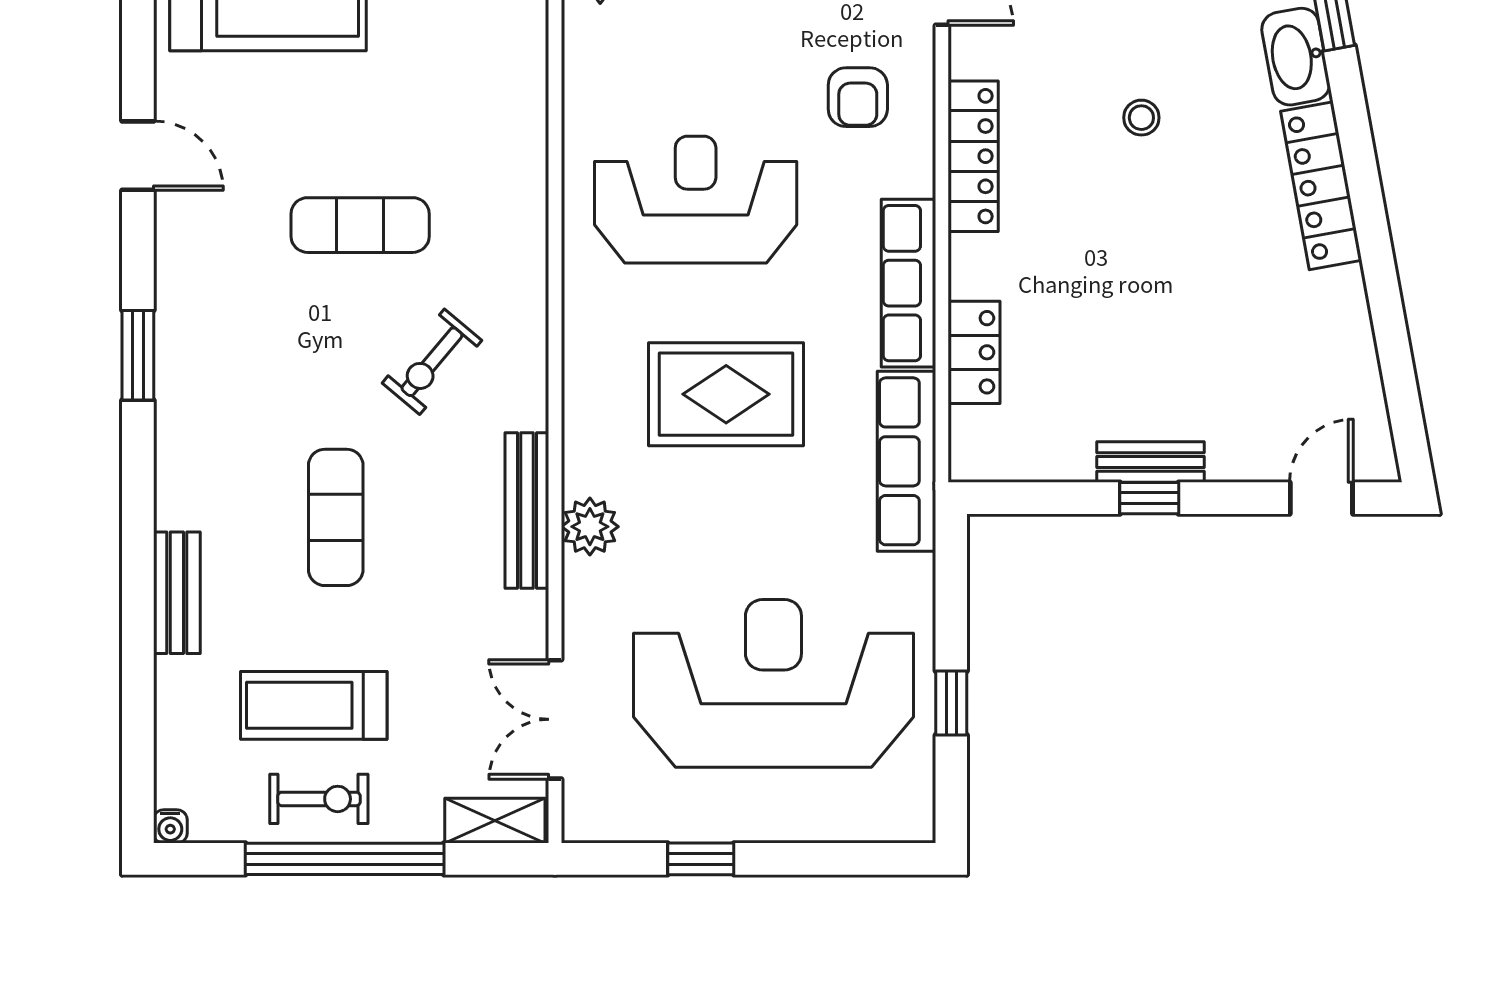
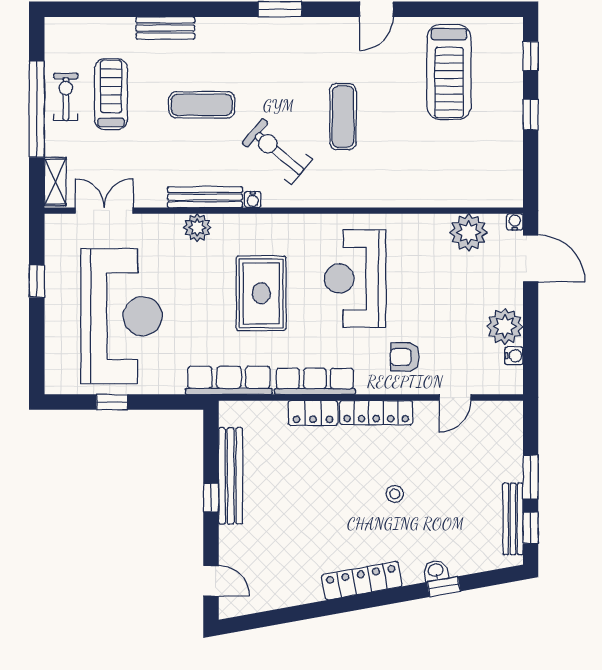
washbasin: (1296, 57) -> (436, 571), width x0.52, depth x0.69
reception desk: (696, 200) -> (355, 279), turned 180
locker: (974, 352) -> (313, 413), moved
exercise bike: (432, 362) -> (277, 151), width x1.38, depth x1.39
bench: (1150, 462) -> (231, 476), width x1.86, depth x1.21
exercise bike: (319, 799) -> (66, 97), turned 180
water cooler: (170, 826) -> (253, 200), moved, turned -90

